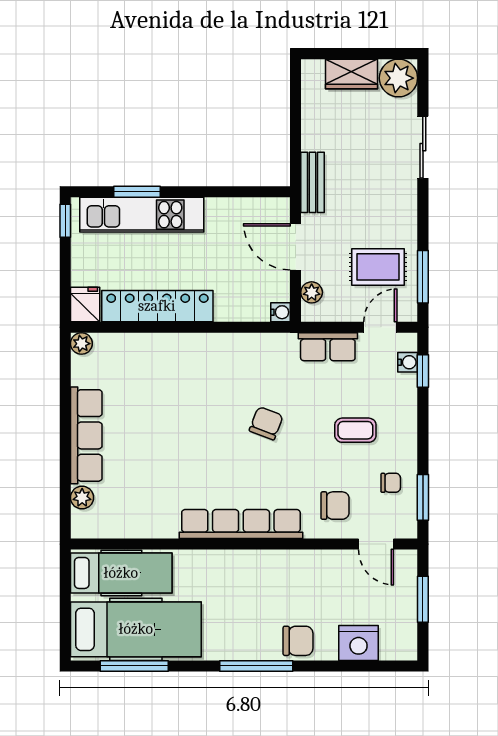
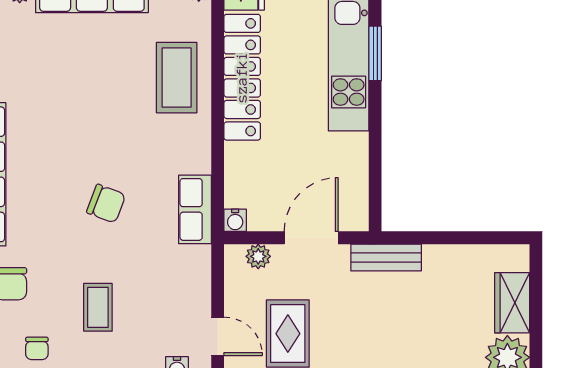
row of seats: (328, 347) -> (195, 209), moved
coffee table: (158, 363) -> (177, 78), added

